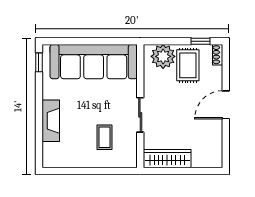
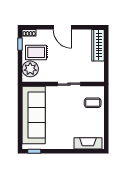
fireplace: (51, 121) -> (88, 143), moved
coffee table: (105, 137) -> (93, 103), moved
wardrobe: (167, 159) -> (98, 45), moved

